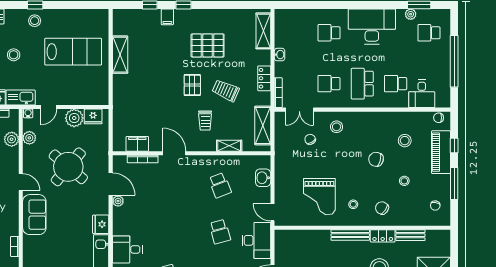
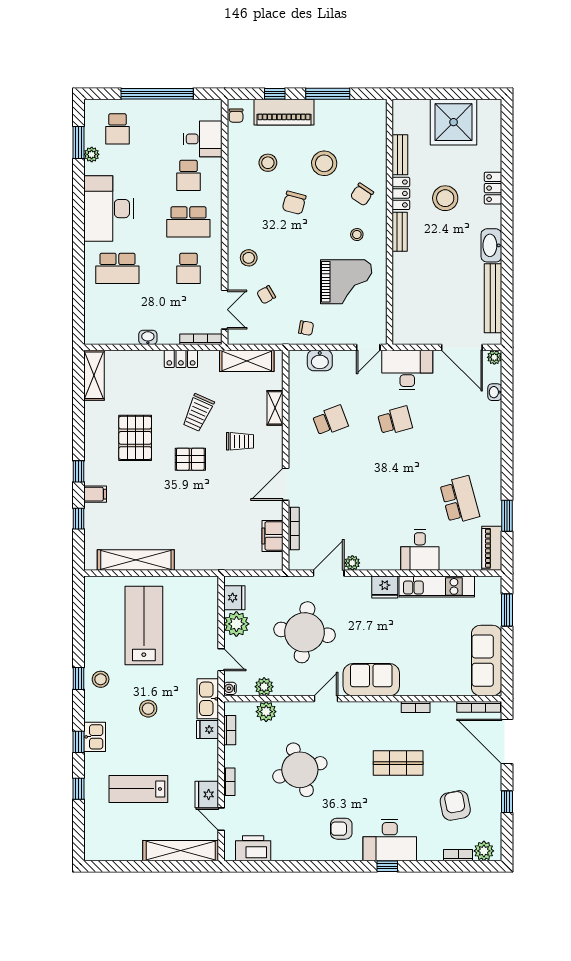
shelving: (263, 31) -> (94, 375), moved, turned 90
school desk: (329, 33) -> (117, 268), width x1.85
shelving: (120, 55) -> (136, 560), width x1.47
round table: (68, 167) -> (305, 632), turned -33
stool: (404, 181) -> (324, 163), width x1.89, depth x1.89
chair: (435, 206) -> (306, 328), moved
bench: (350, 235) -> (400, 232), width x0.73

